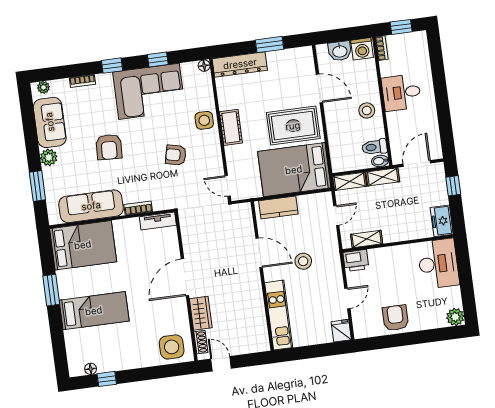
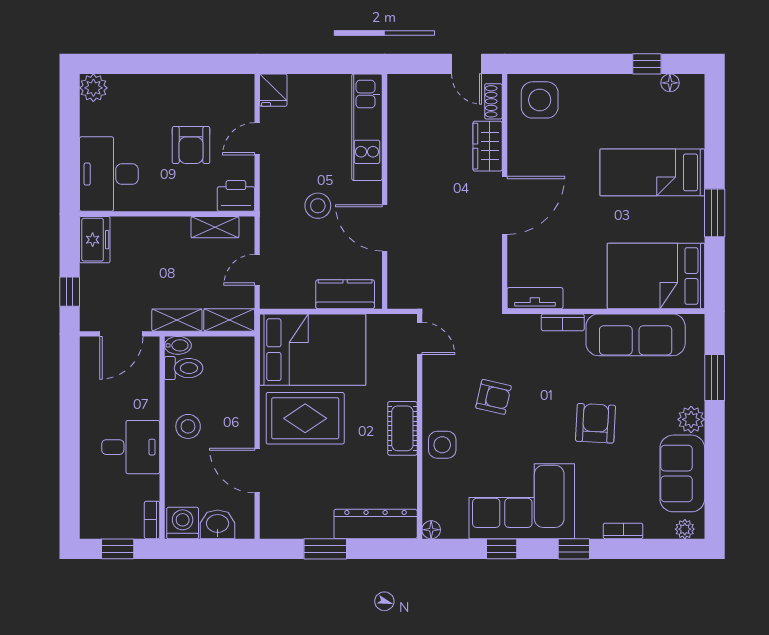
armchair: (396, 318) -> (191, 145), moved

